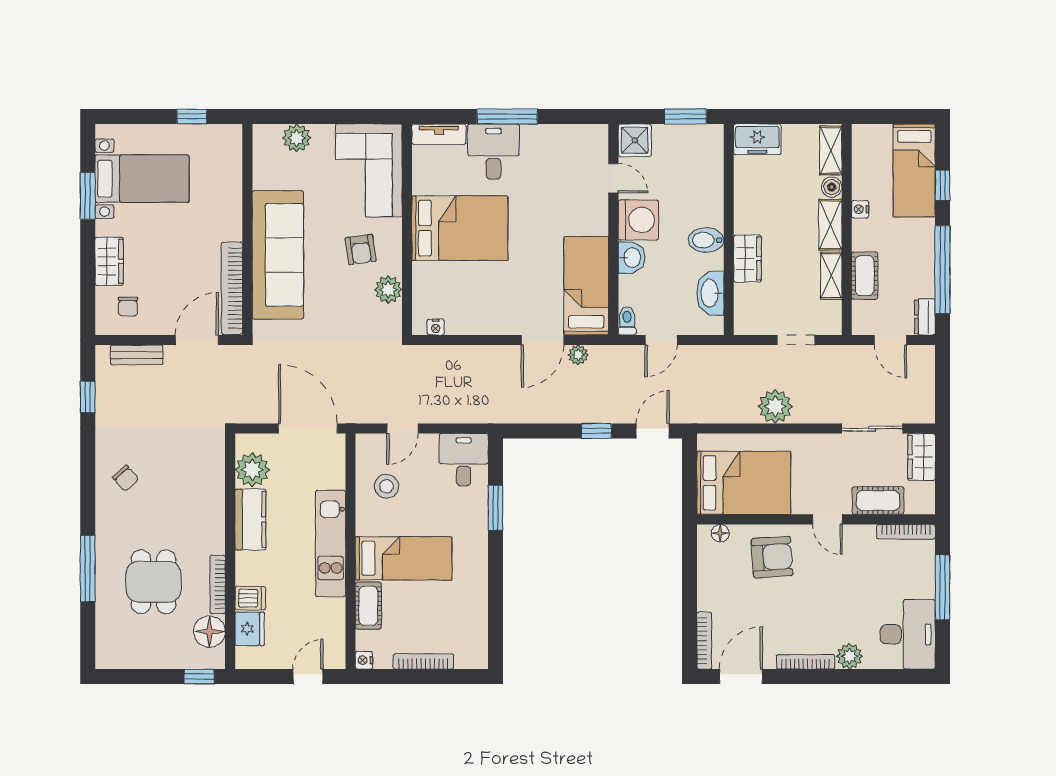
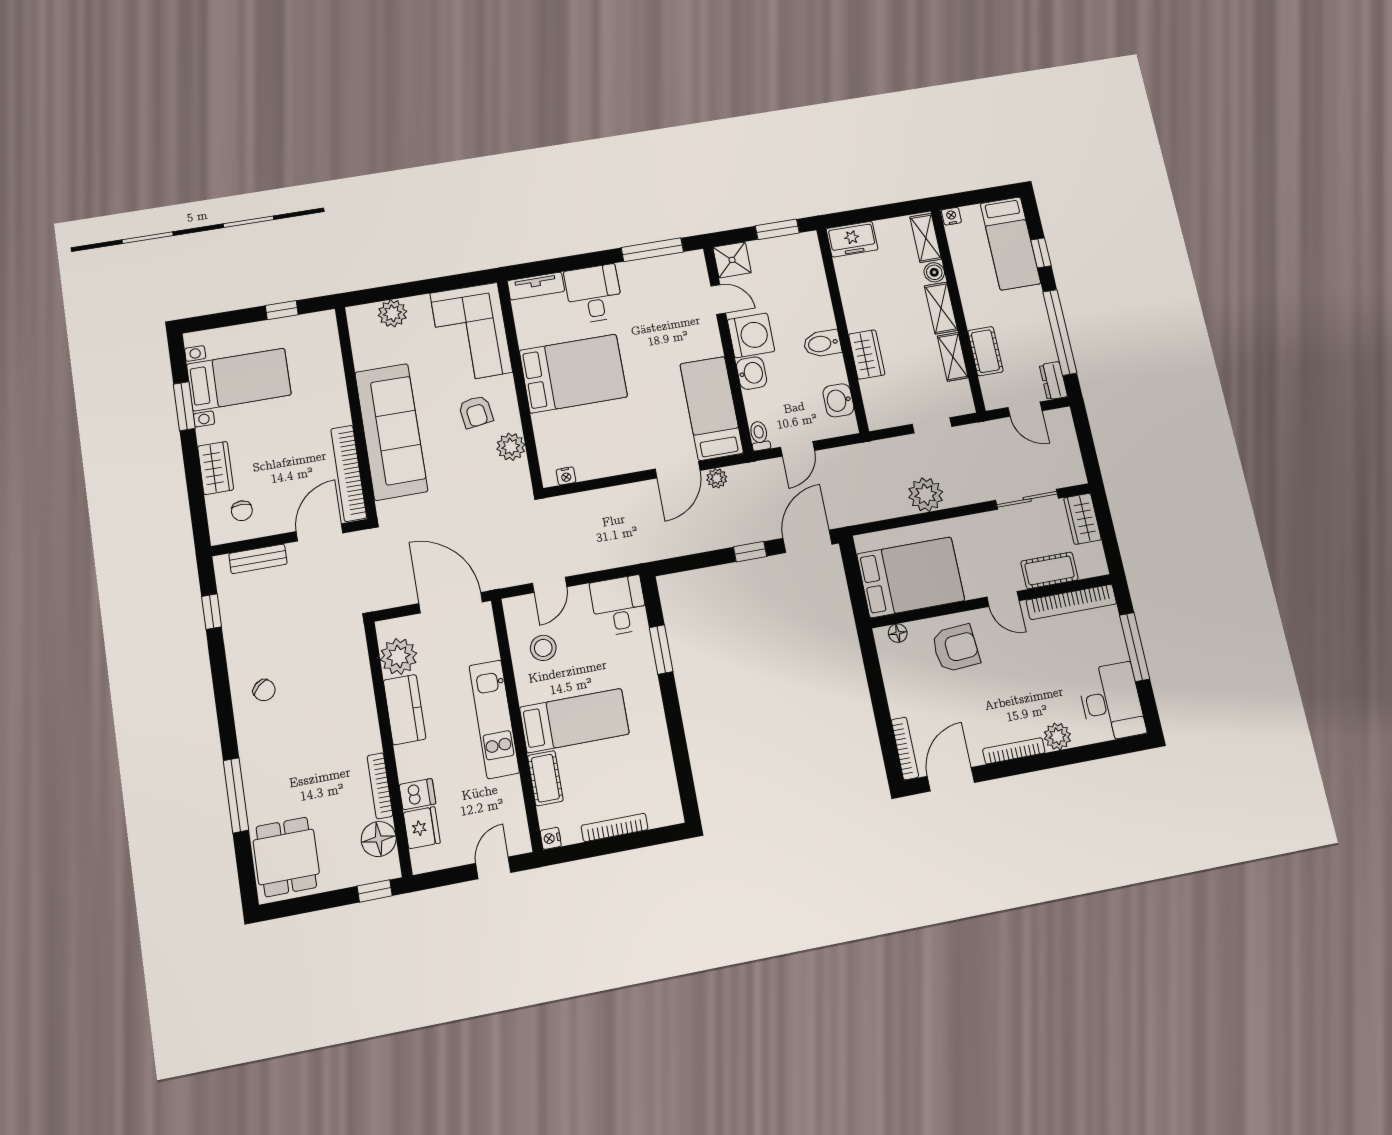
window: (507, 116) -> (652, 250), moved
nightstand: (860, 209) -> (951, 216), moved, turned 90
washbasin: (710, 293) -> (838, 400), width x0.72
door: (653, 431) -> (807, 541), width x1.38
bookcase: (906, 532) -> (1071, 602), width x1.48, depth x1.31
dining table: (154, 582) -> (286, 857), moved

